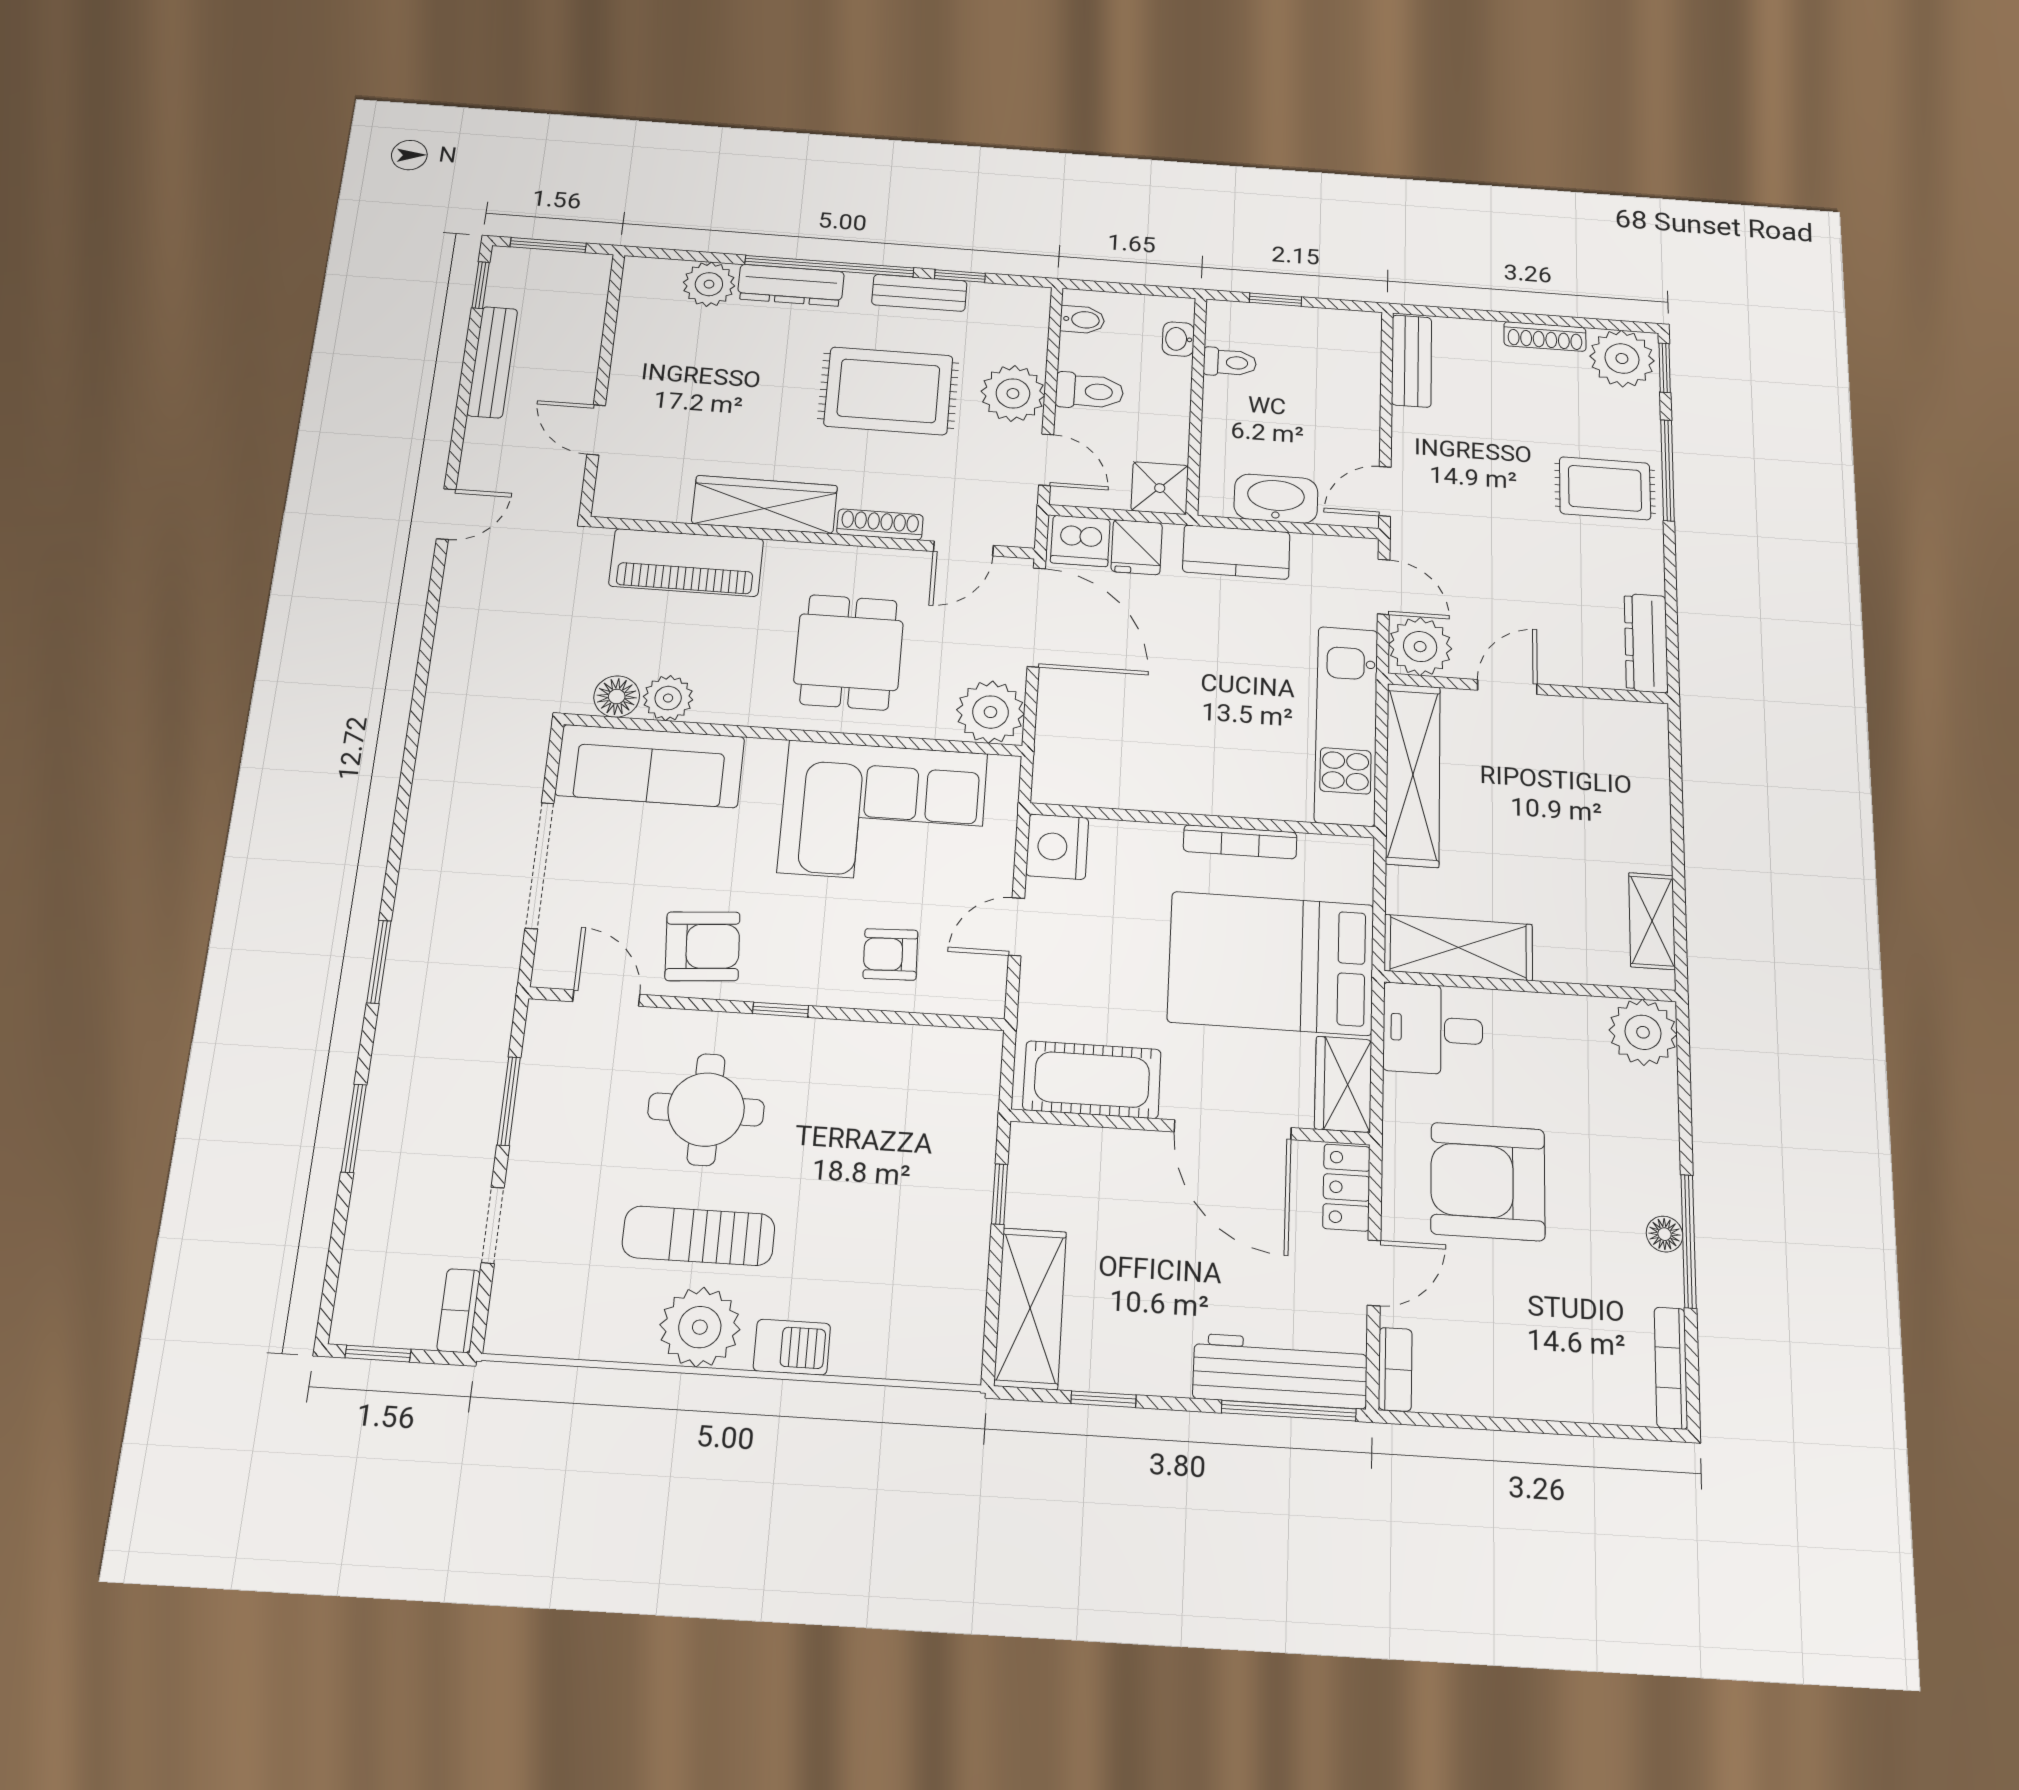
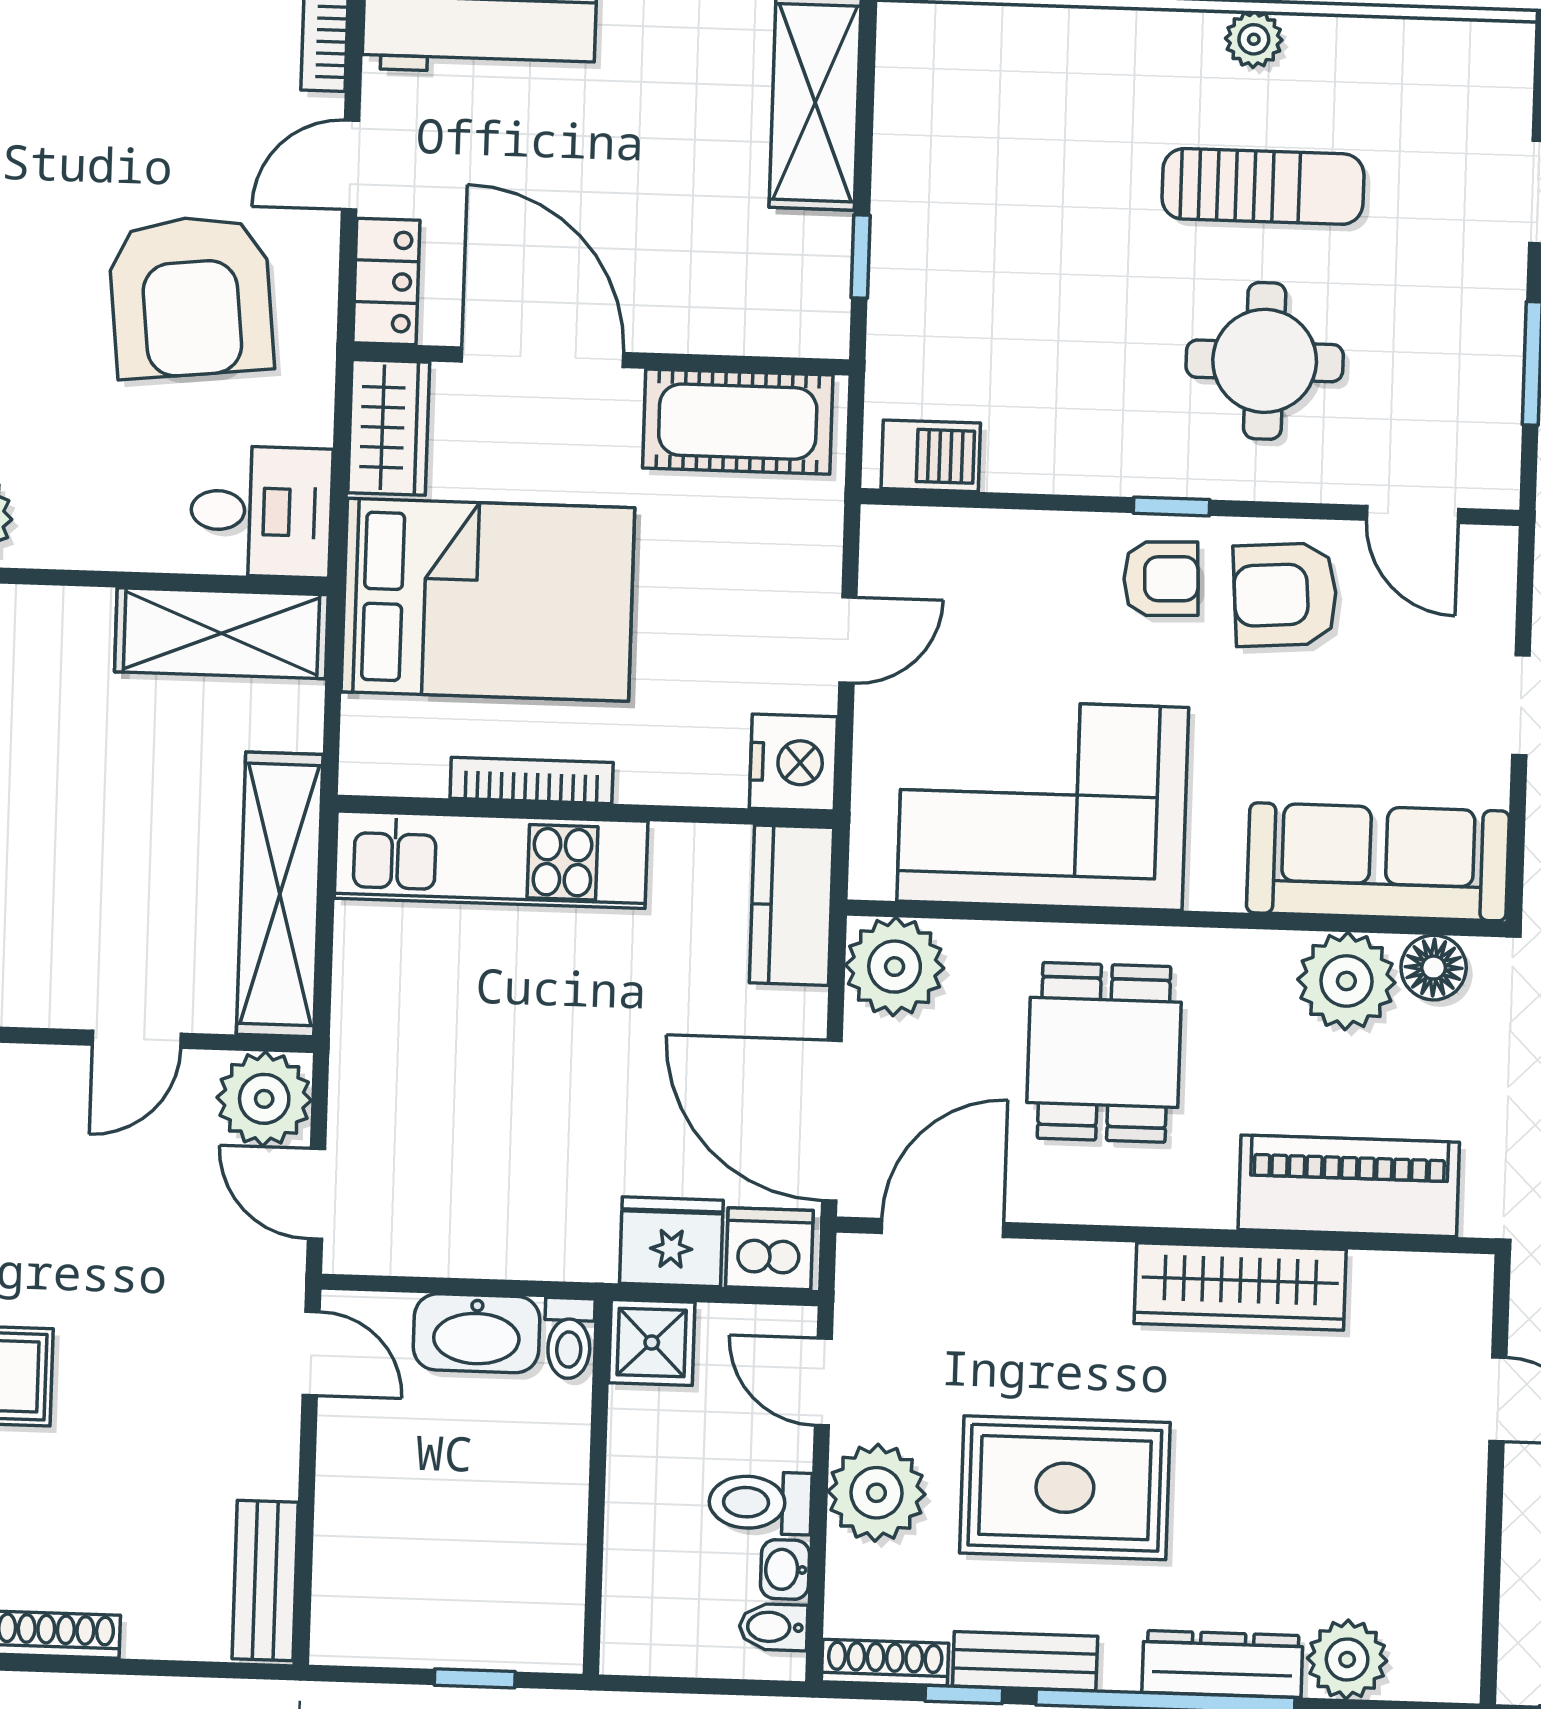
washbasin: (1178, 339) -> (785, 1569), moved, turned 180
toilet: (1230, 362) -> (569, 1338), moved, turned -90
door: (1385, 491) -> (311, 1353), hinge flipped
shoe rack: (880, 525) -> (885, 1662), moved, turned 180
fridge: (1137, 547) -> (671, 1242), width x1.38
door: (963, 548) -> (943, 1228), width x1.38
kitchen counter: (1236, 552) -> (791, 905), moved, turned -90
plant: (668, 698) -> (1346, 981), width x1.36, depth x1.36
kitchen unit: (1346, 725) -> (491, 860), moved, turned 90
doorway: (540, 865) -> (1521, 705), width x0.53
armchair: (890, 954) -> (1161, 579), moved
armchair: (1488, 1181) -> (191, 296), turned 84
plant: (700, 1327) -> (1254, 39), width x0.53, depth x0.53
barbecue: (792, 1347) -> (931, 456), moved, turned 180

